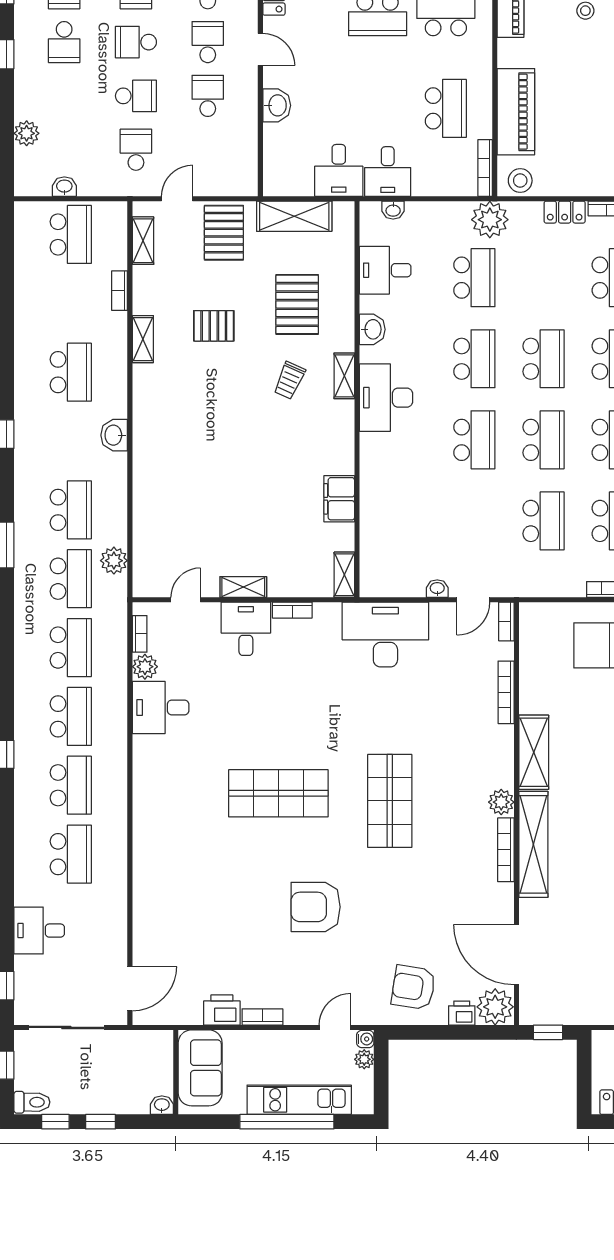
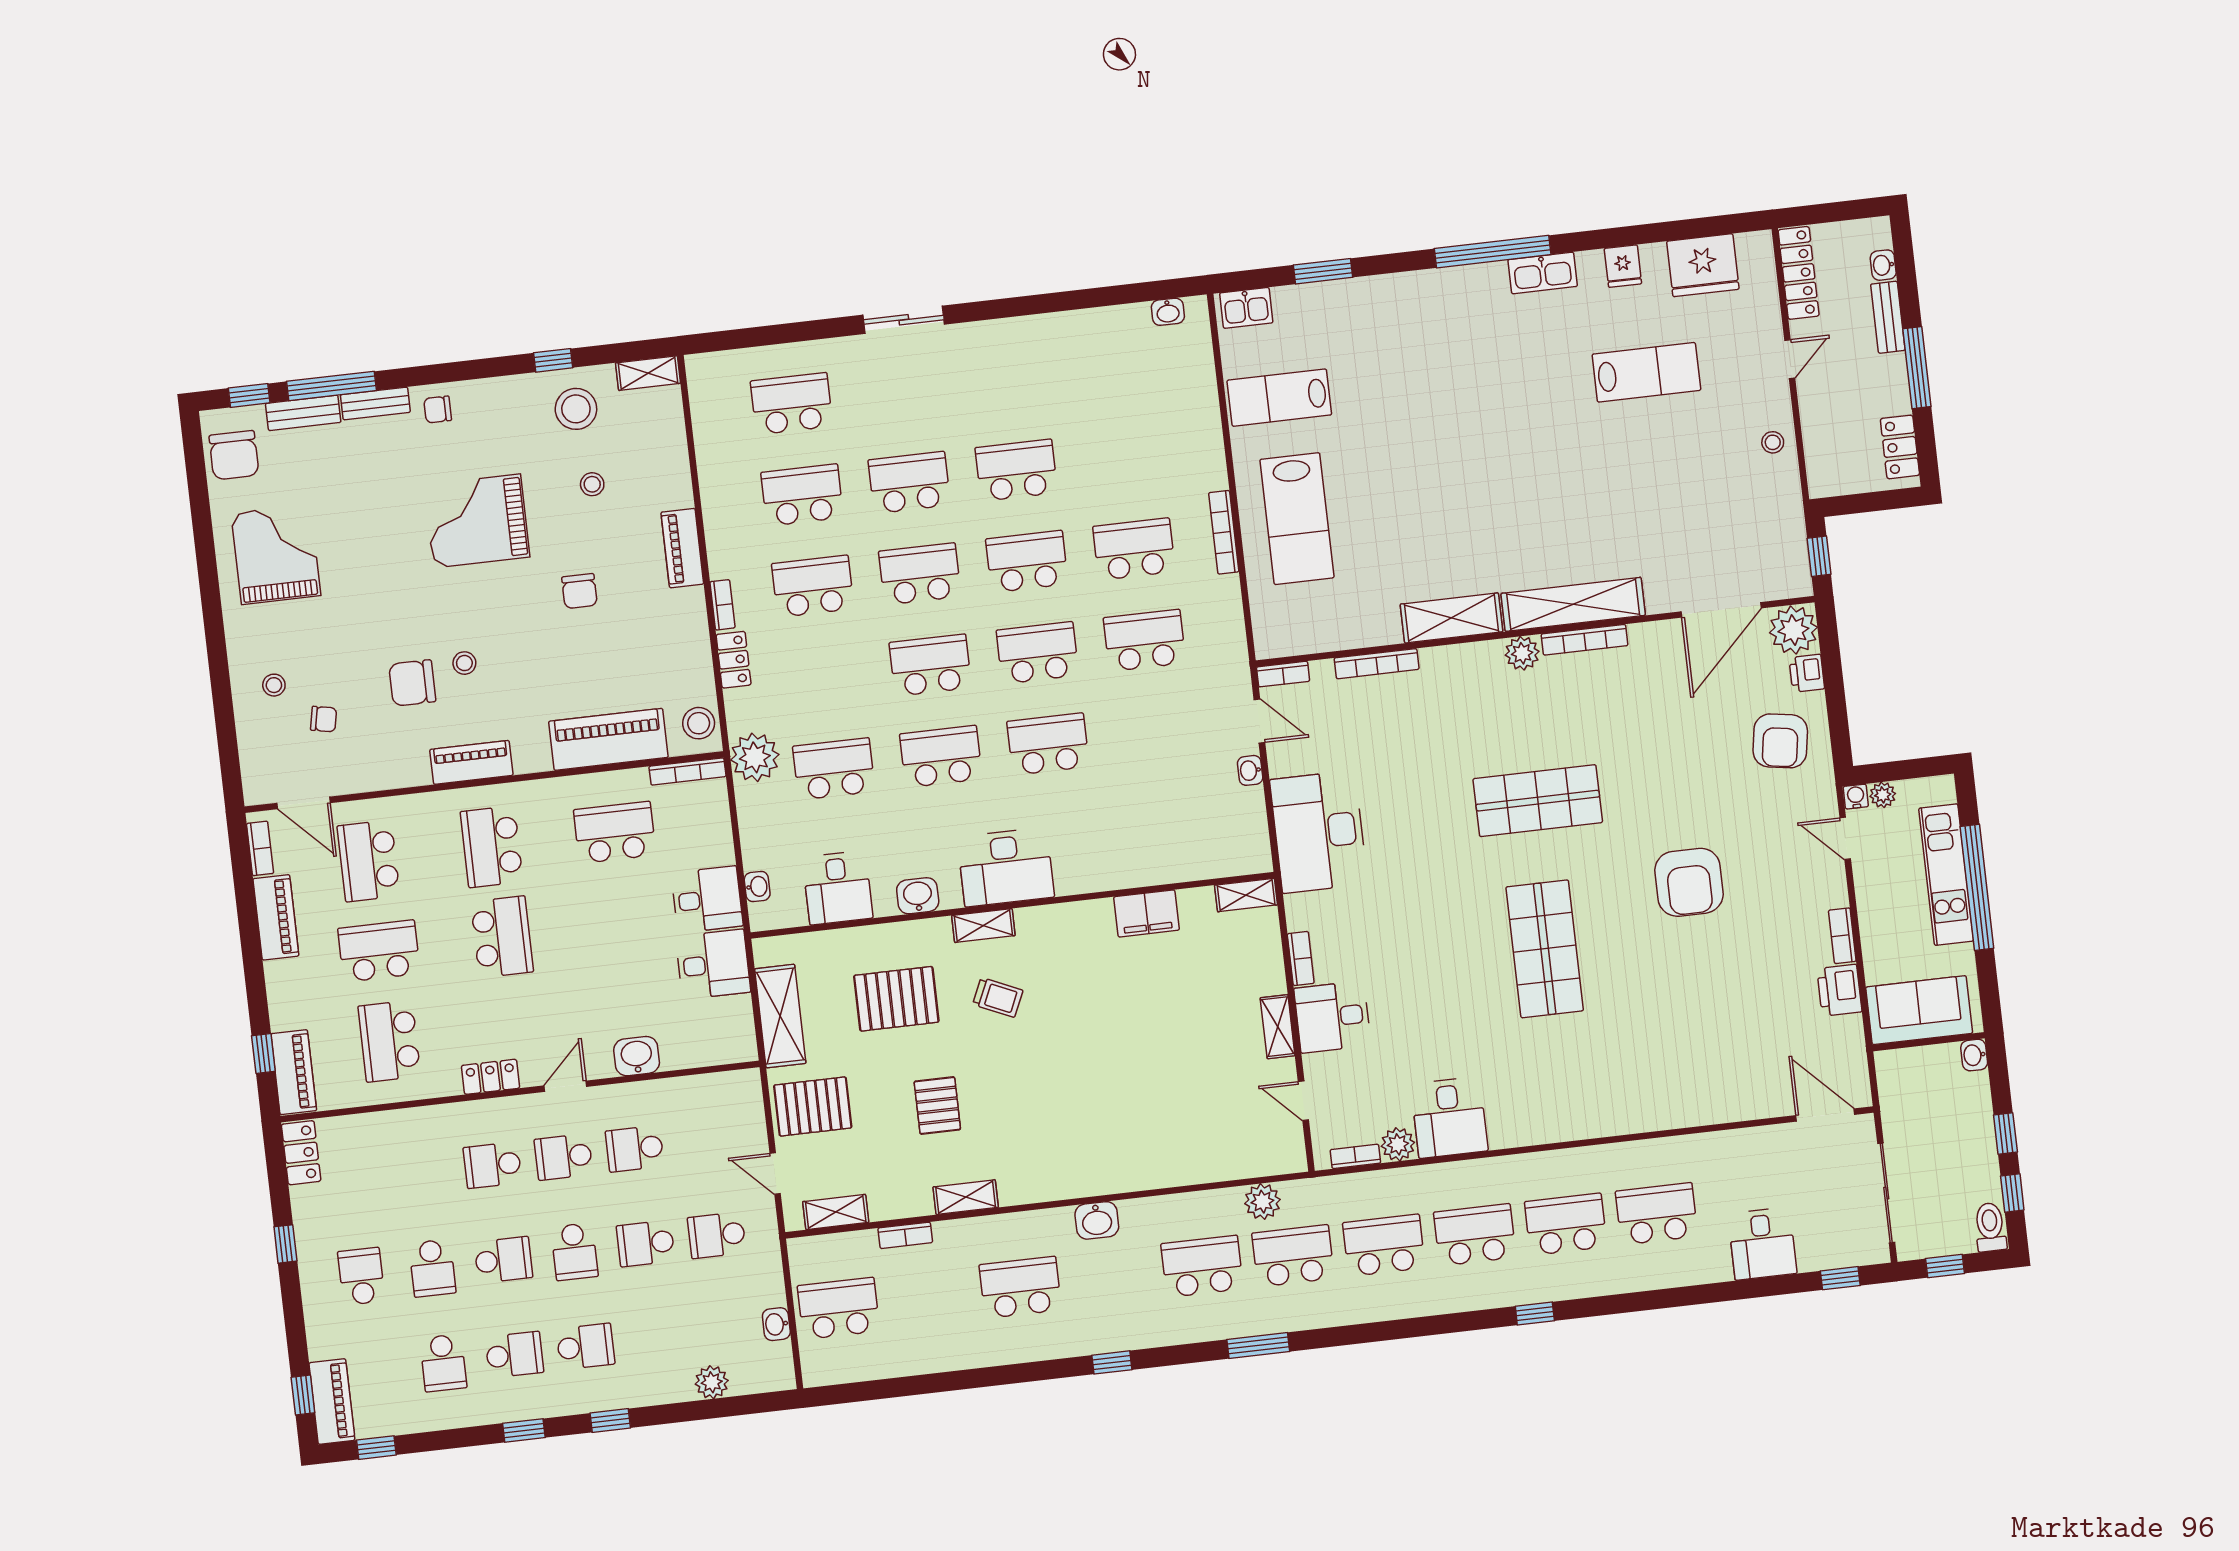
school desk: (136, 96) -> (646, 1243), turned -90

